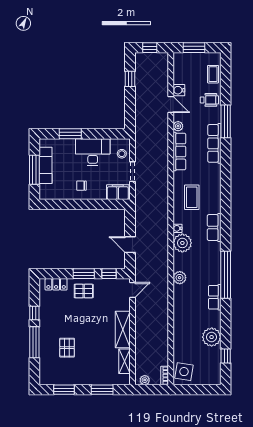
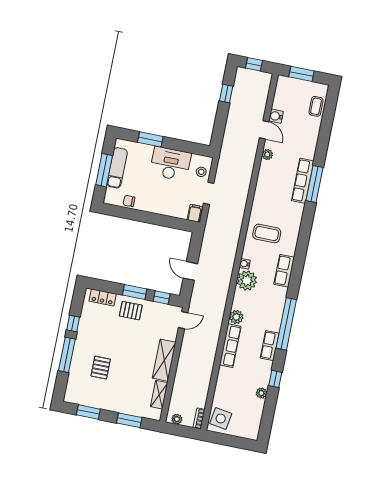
wheelchair: (209, 100) -> (307, 133), removed
window: (226, 121) -> (314, 184), moved
row of seats: (179, 151) -> (230, 346), moved
chair: (81, 186) -> (129, 201), moved
filing cabinet: (118, 192) -> (195, 213), width x0.50
coffee table: (192, 197) -> (267, 233), turned 90
plant: (212, 337) -> (261, 393), width x0.53, depth x0.53
window: (226, 356) -> (275, 379), moved

